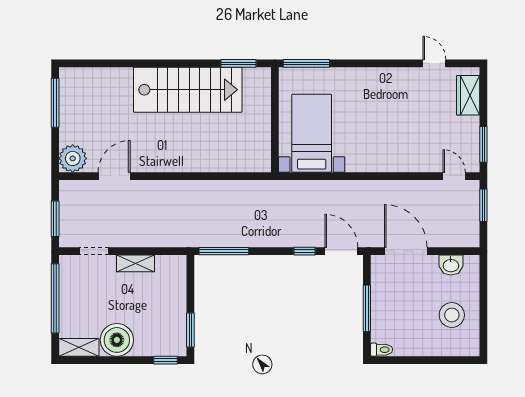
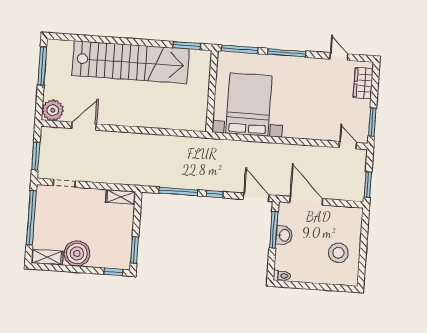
window: (367, 63) -> (287, 53), added
stairs: (188, 90) -> (131, 62), width x1.36
bed with nightstands: (312, 133) -> (249, 105), width x1.36
window: (483, 205) -> (368, 185), moved
window: (224, 251) -> (178, 192), moved
window: (305, 251) -> (215, 194), moved
shelving: (136, 263) -> (121, 197), moved
washbasin: (451, 265) -> (284, 235), moved, turned -90
window: (367, 308) -> (274, 230), moved

